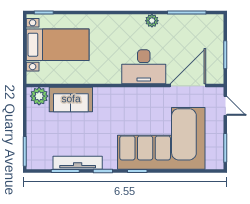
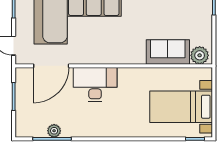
plant: (152, 21) -> (54, 131), moved

